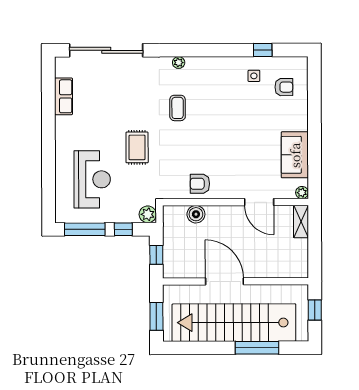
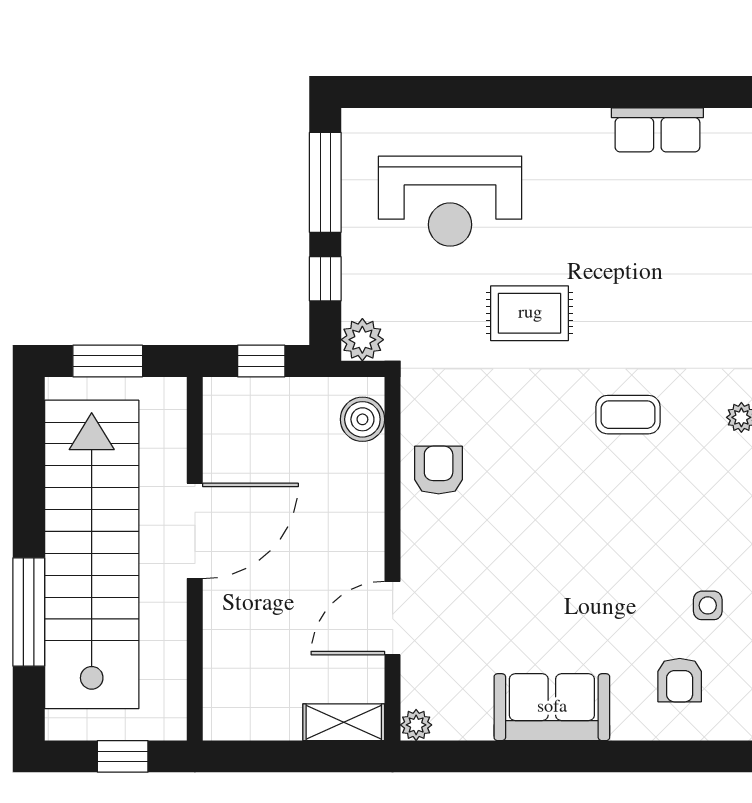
sofa: (295, 155) -> (552, 707), moved
boiler: (196, 214) -> (362, 419), moved

